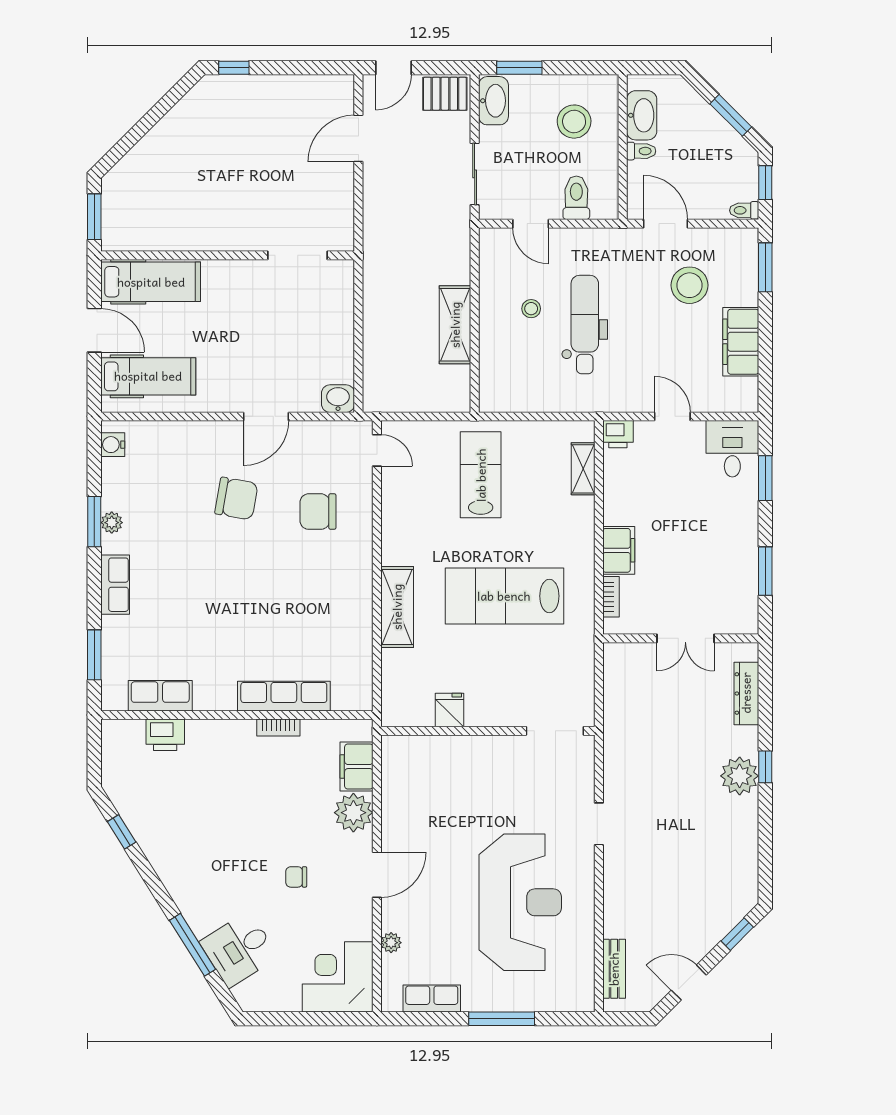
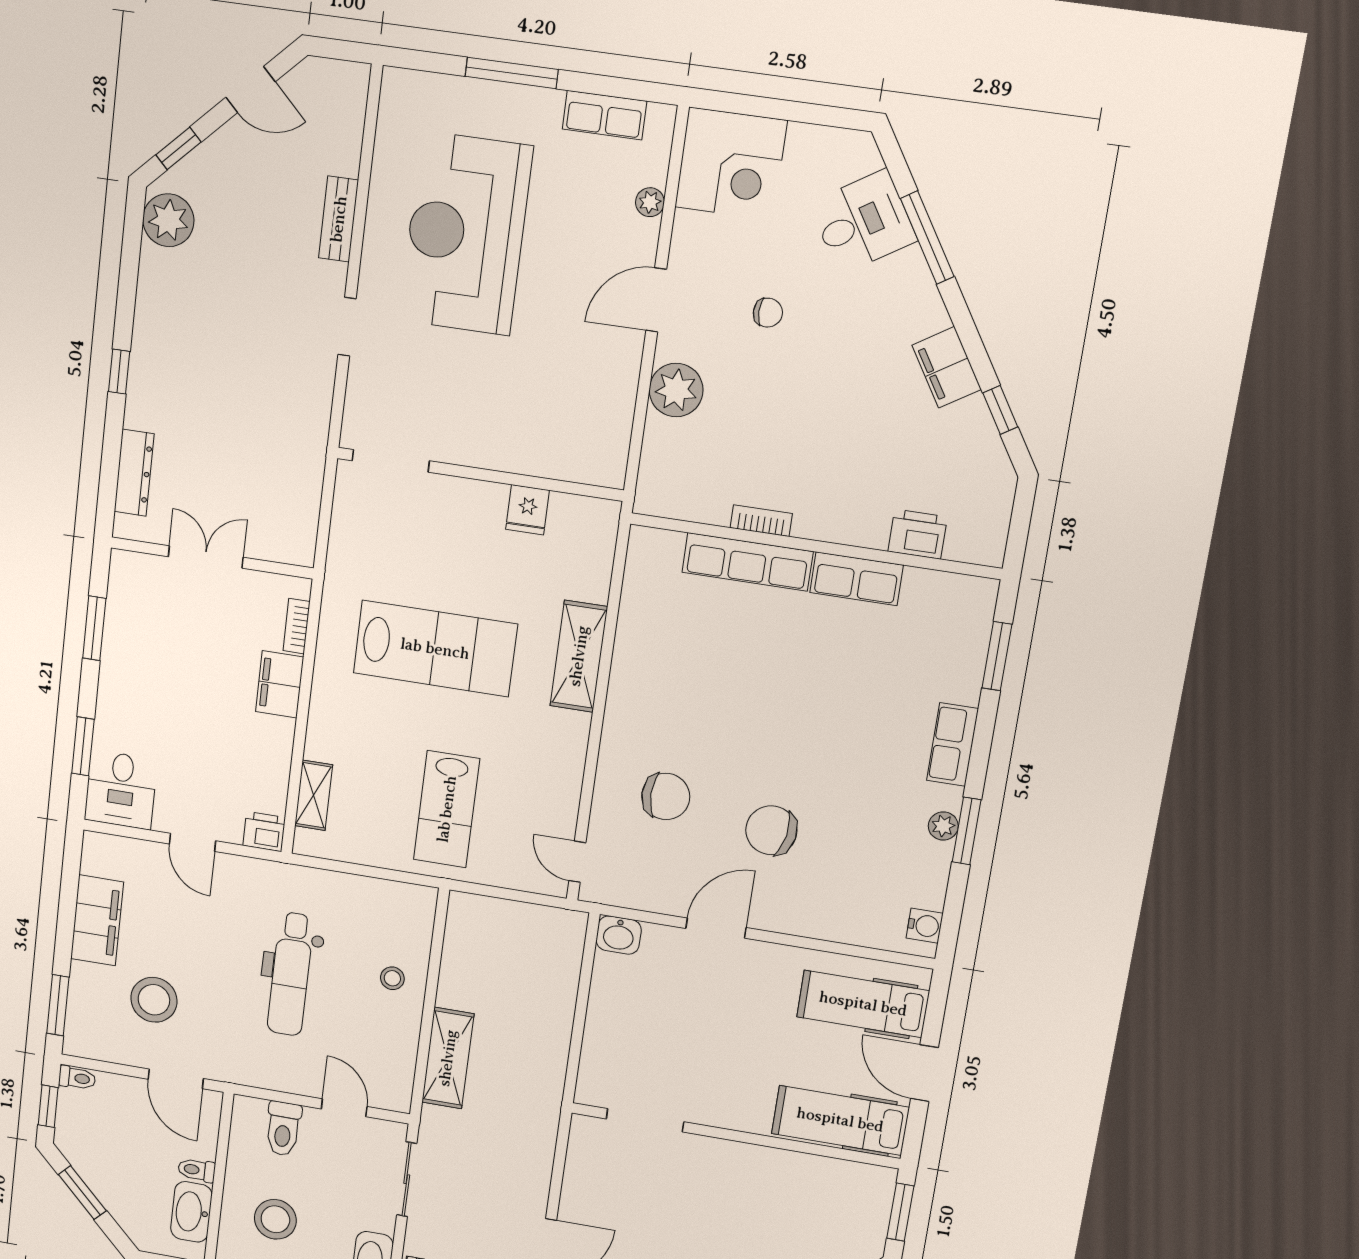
stool: (531, 309) -> (392, 978), moved
shelving: (455, 325) -> (448, 1058), moved
row of seats: (160, 696) -> (856, 579), moved
filing cabinet: (357, 767) -> (947, 367), moved, turned 148
plant: (740, 776) -> (168, 220), moved
bench: (614, 969) -> (339, 219), moved

